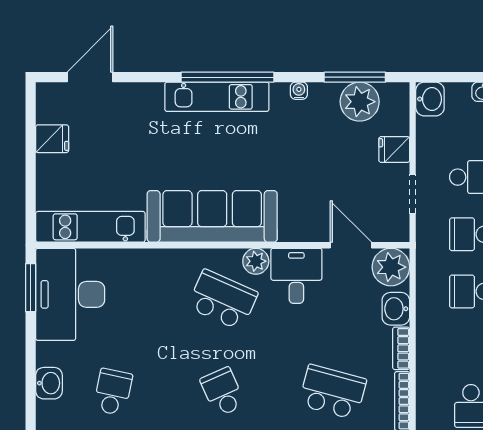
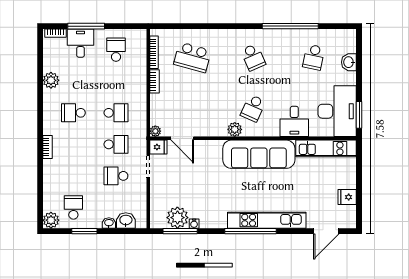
water cooler: (299, 91) -> (194, 224), moved
kitchen unit: (217, 97) -> (267, 220), width x1.36
washbasin: (430, 99) -> (126, 220), moved, turned 90
fridge: (394, 149) -> (158, 147), moved
plant: (391, 267) -> (155, 131), width x0.53, depth x0.53
desk: (296, 276) -> (294, 121), moved
school desk: (223, 300) -> (253, 108), width x0.54
washbasin: (396, 309) -> (157, 103), removed

